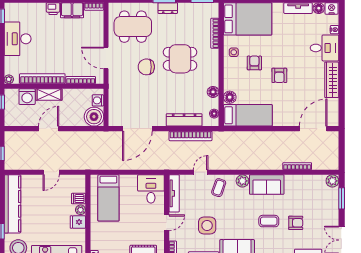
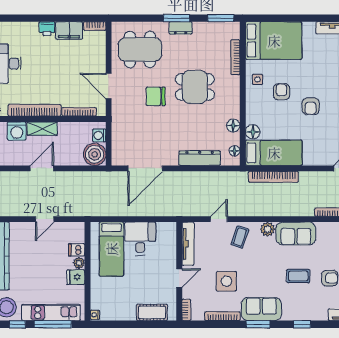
bookcase: (191, 136) -> (273, 177), moved
desk: (151, 189) -> (140, 239), moved

